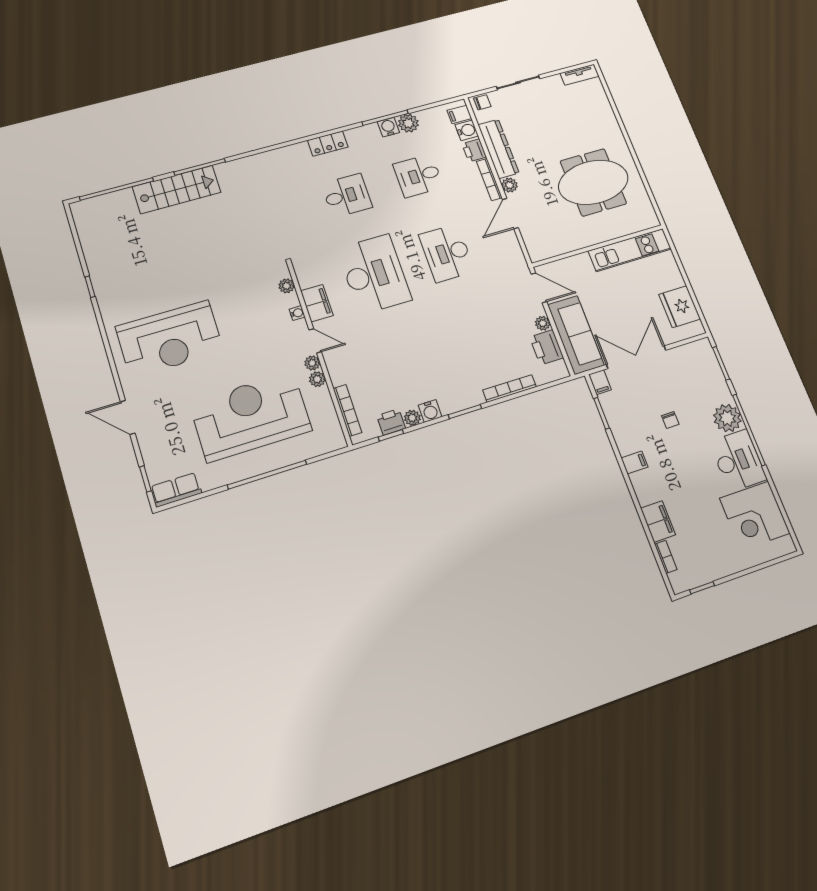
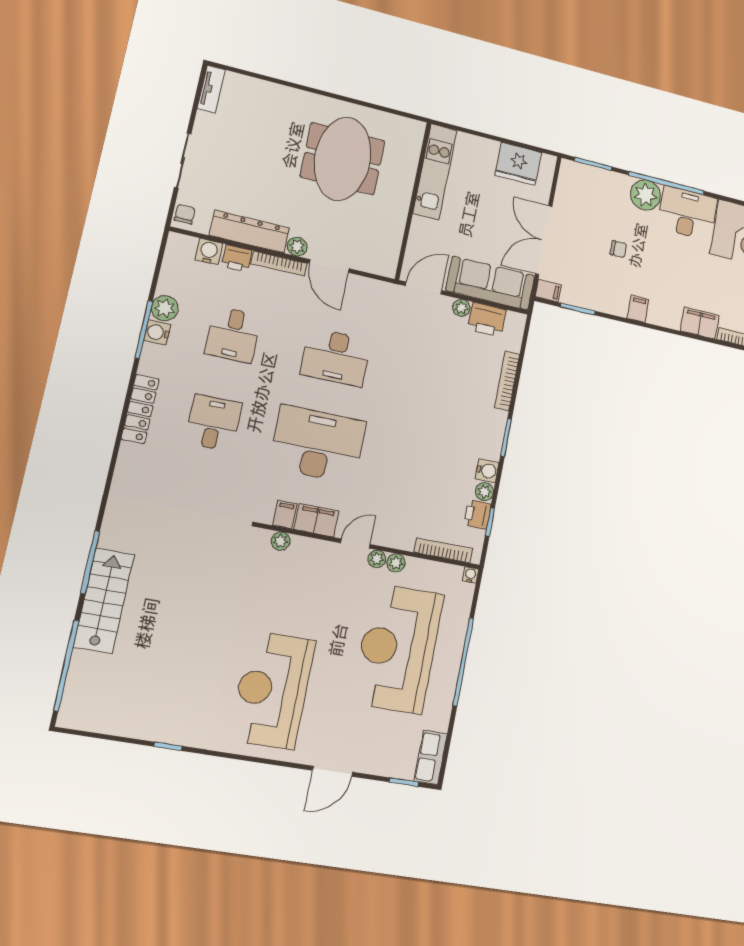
filing cabinet: (459, 114) -> (285, 515), moved, turned 180
locker: (328, 144) -> (140, 409), width x1.53
water cooler: (297, 313) -> (470, 575), moved
reception desk: (170, 339) -> (272, 690), turned 180

